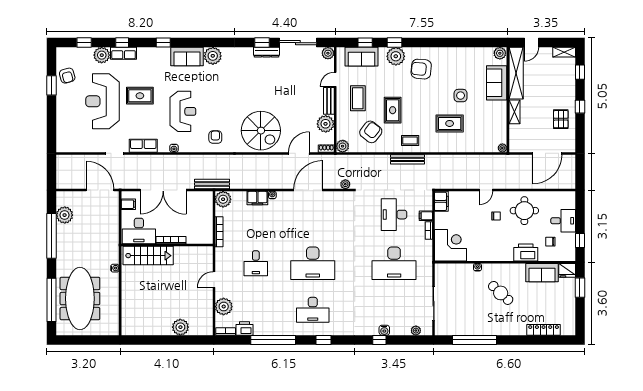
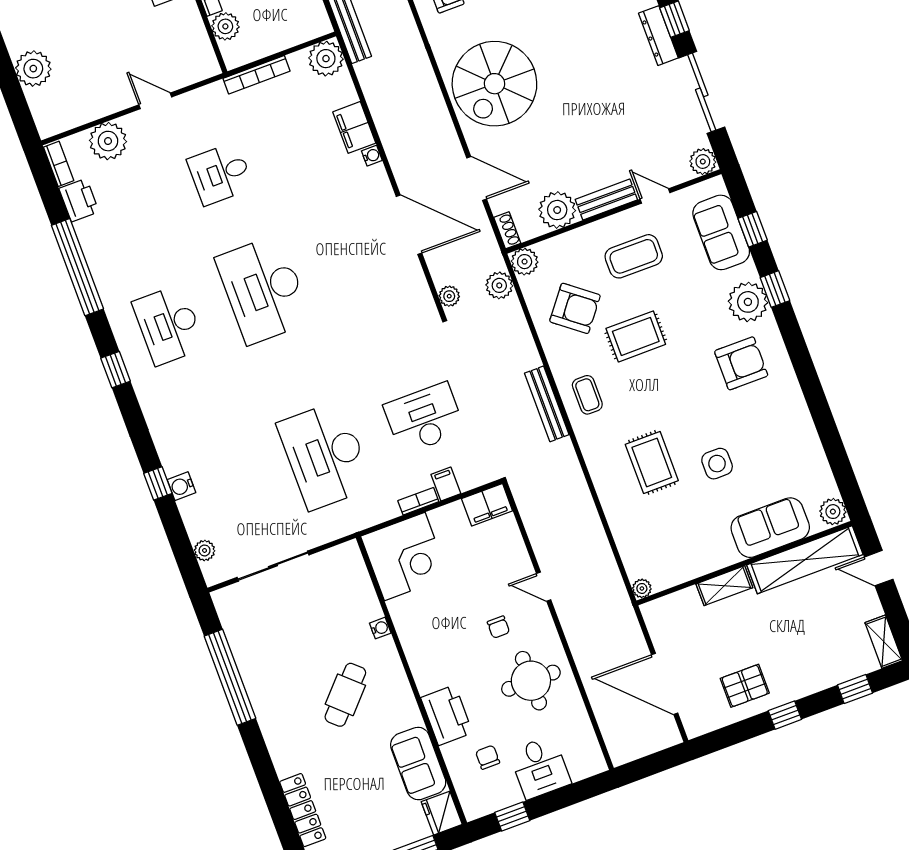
armchair: (421, 69) -> (741, 363), turned 85
plant: (349, 161) -> (499, 285), added
plant: (193, 237) -> (225, 26), added

